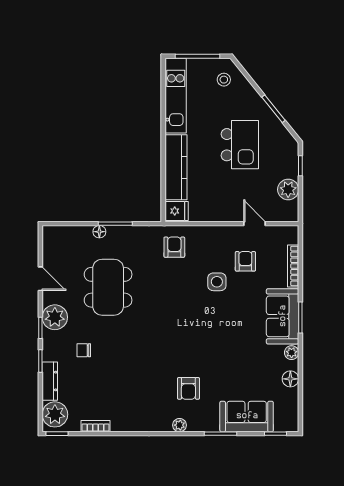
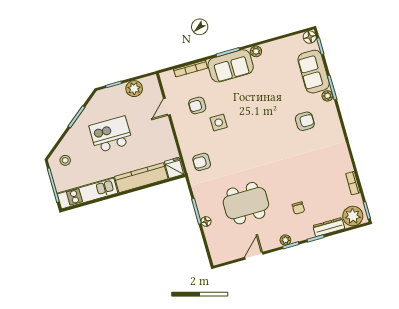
plant: (55, 317) -> (285, 240), width x0.53, depth x0.53
floor lamp: (290, 379) -> (310, 37), moved
plant: (180, 425) -> (327, 96), moved

